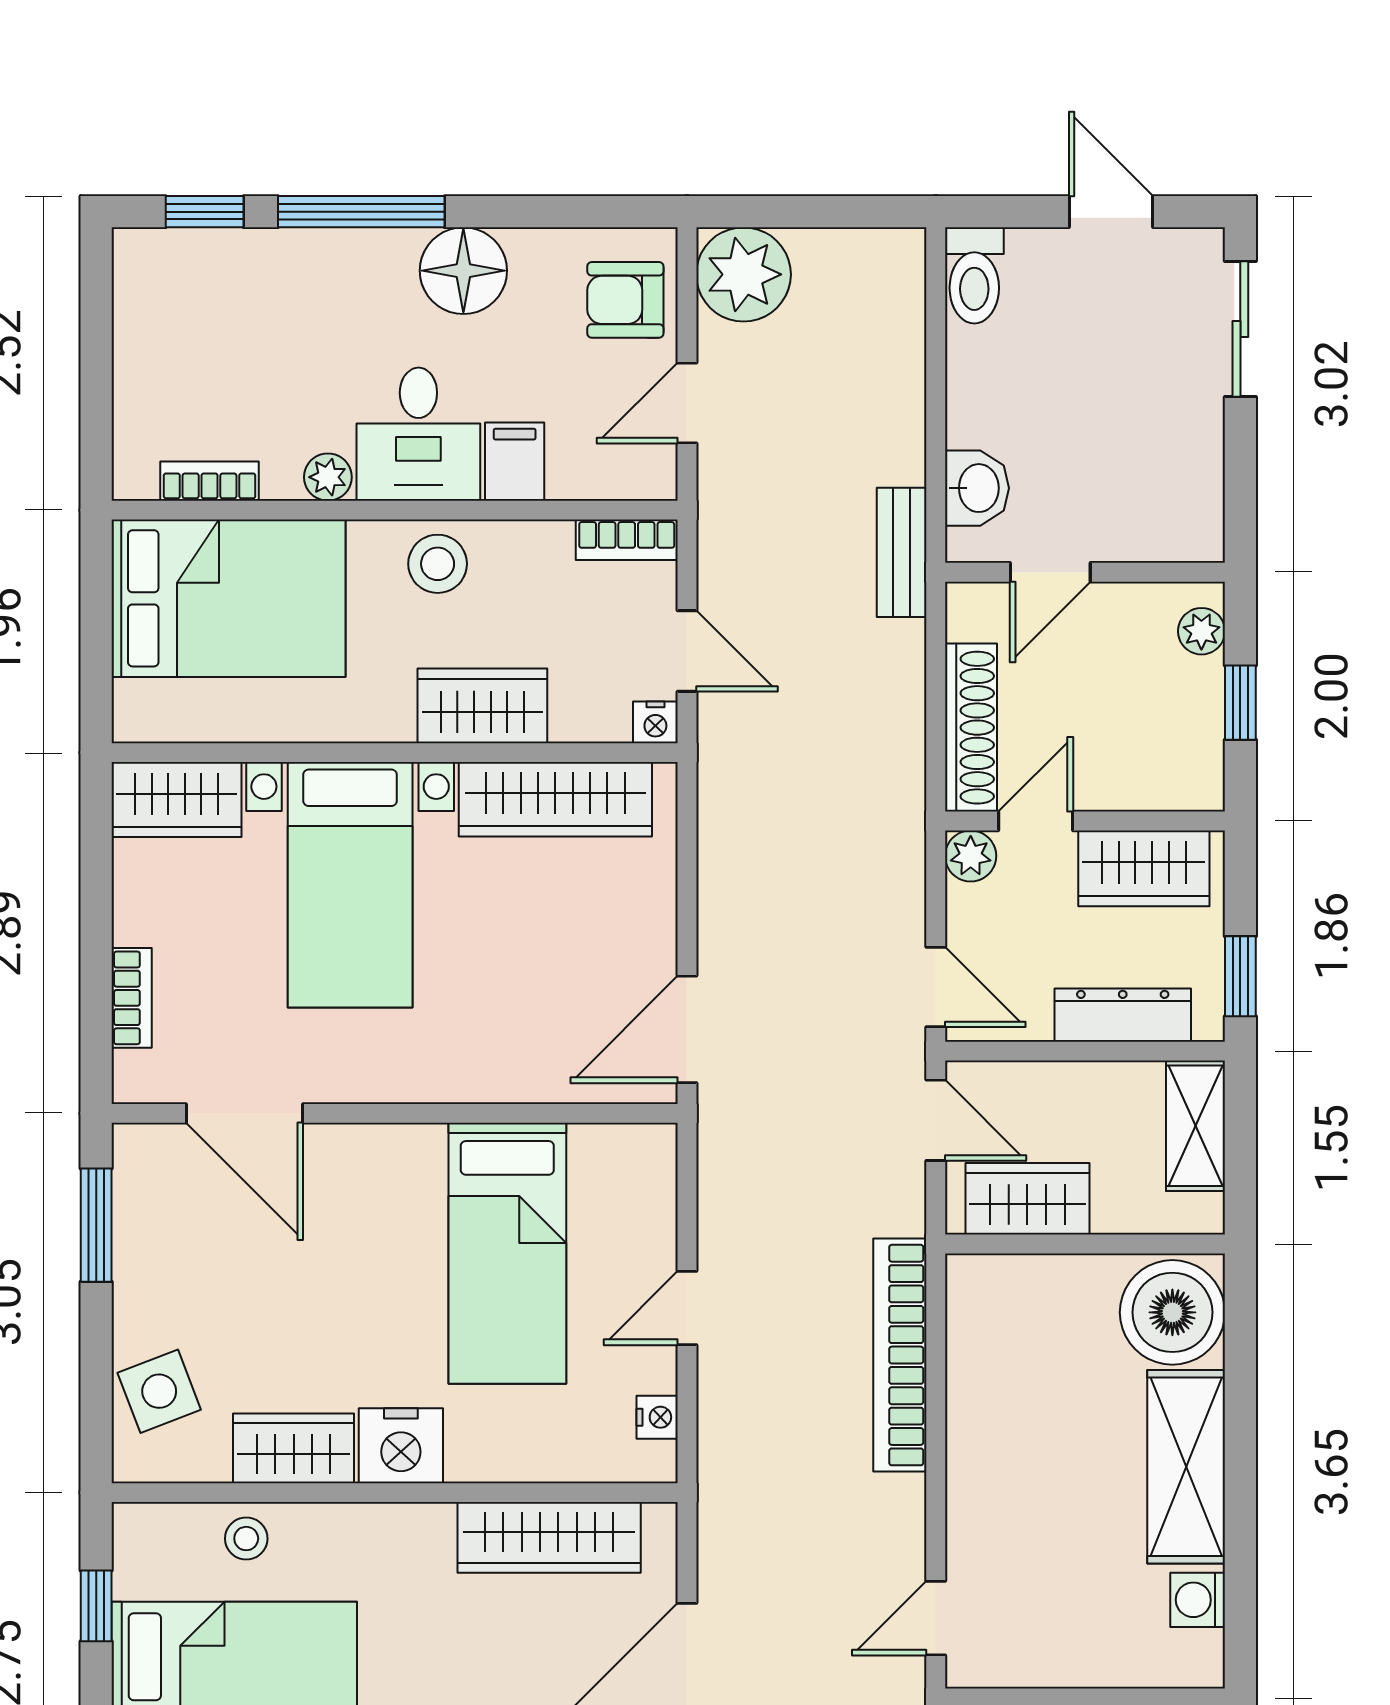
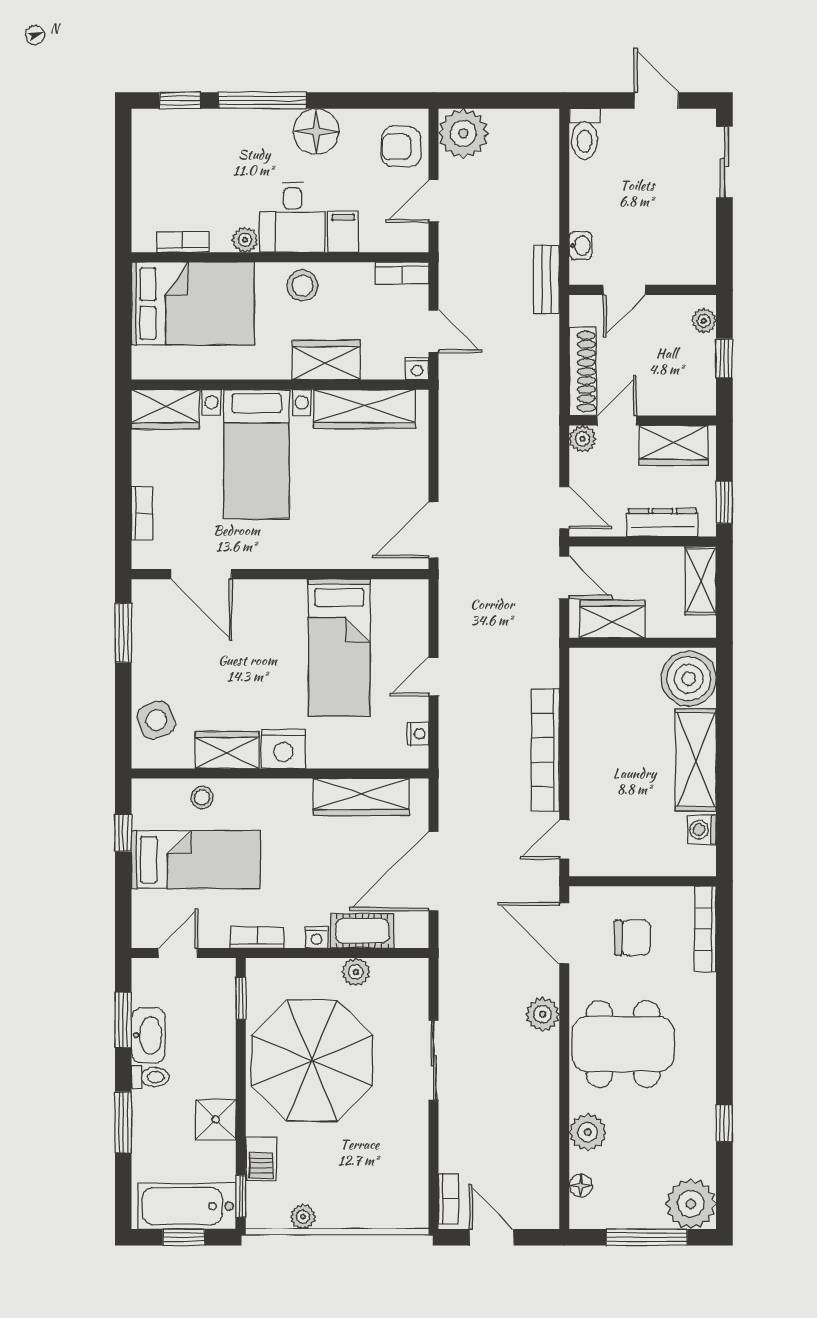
washbasin: (977, 488) -> (581, 246), width x0.72, depth x0.69
bookcase: (900, 1355) -> (545, 750), moved

